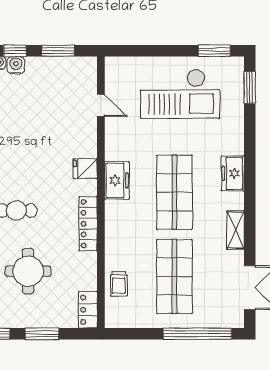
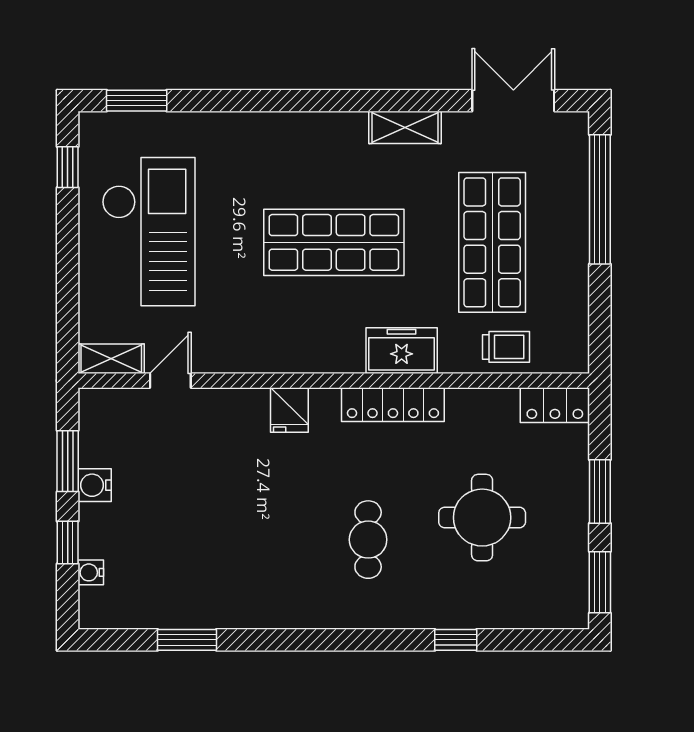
window: (214, 51) -> (68, 167), width x0.67
water cooler: (16, 65) -> (95, 485), moved
shelving: (112, 74) -> (111, 359), added
freezer: (233, 173) -> (298, 133), removed
freezer: (117, 180) -> (402, 351), moved
shop shelf: (174, 276) -> (492, 242), turned 90

